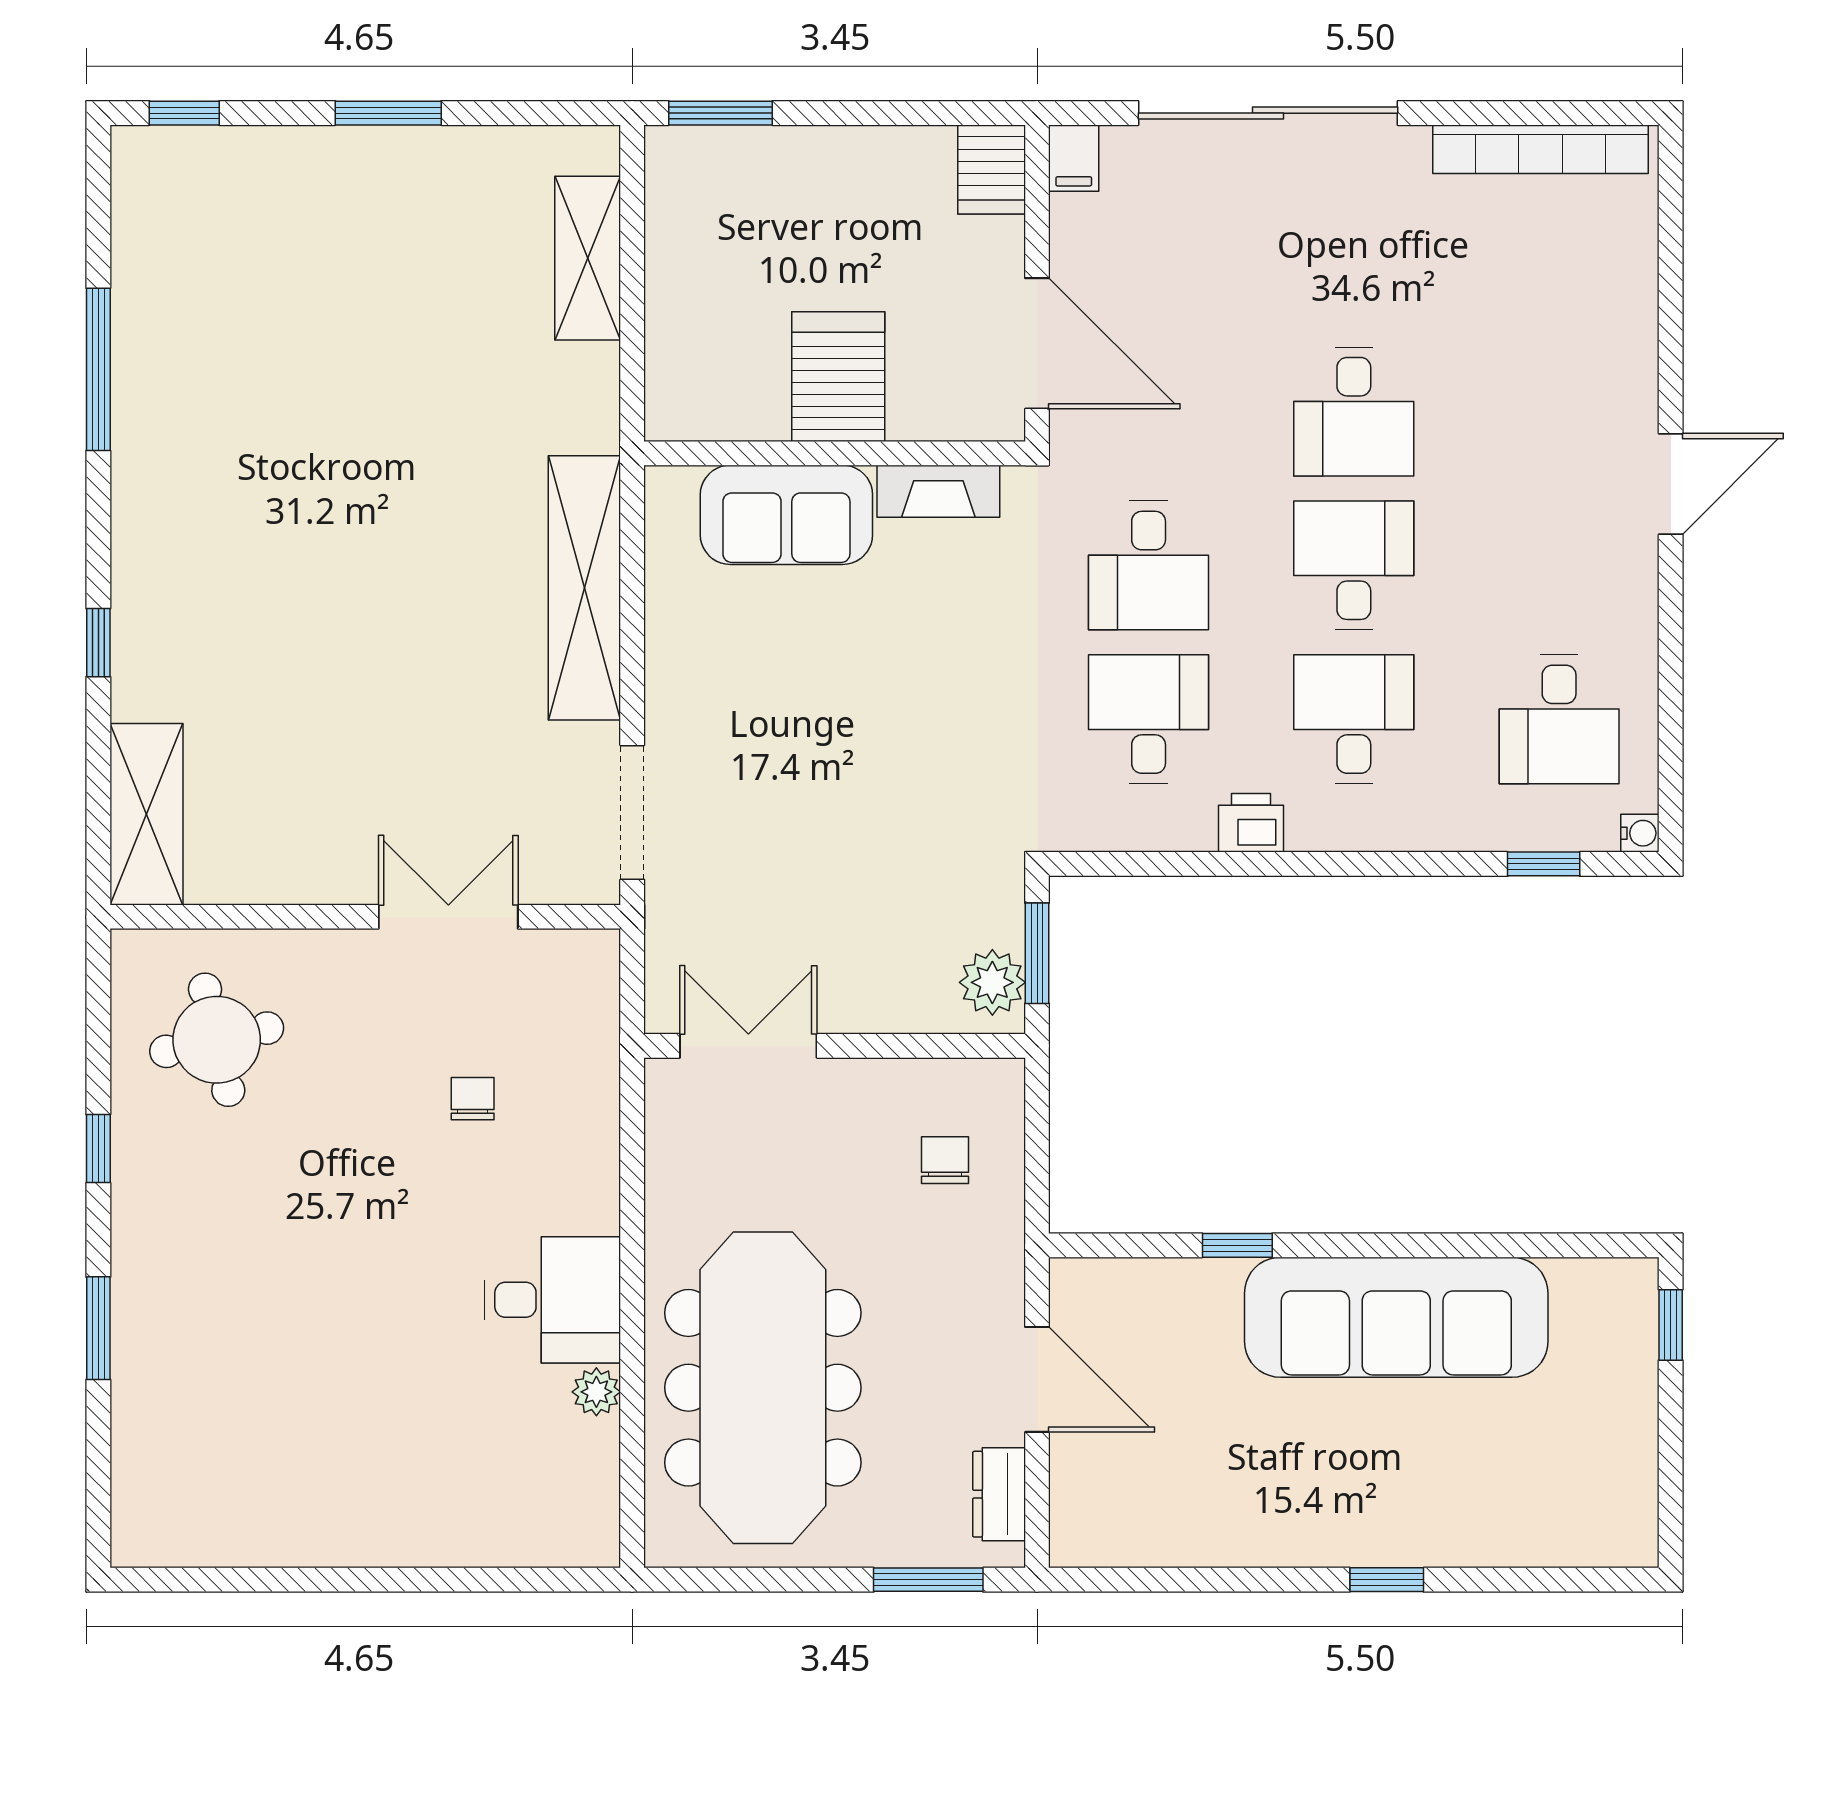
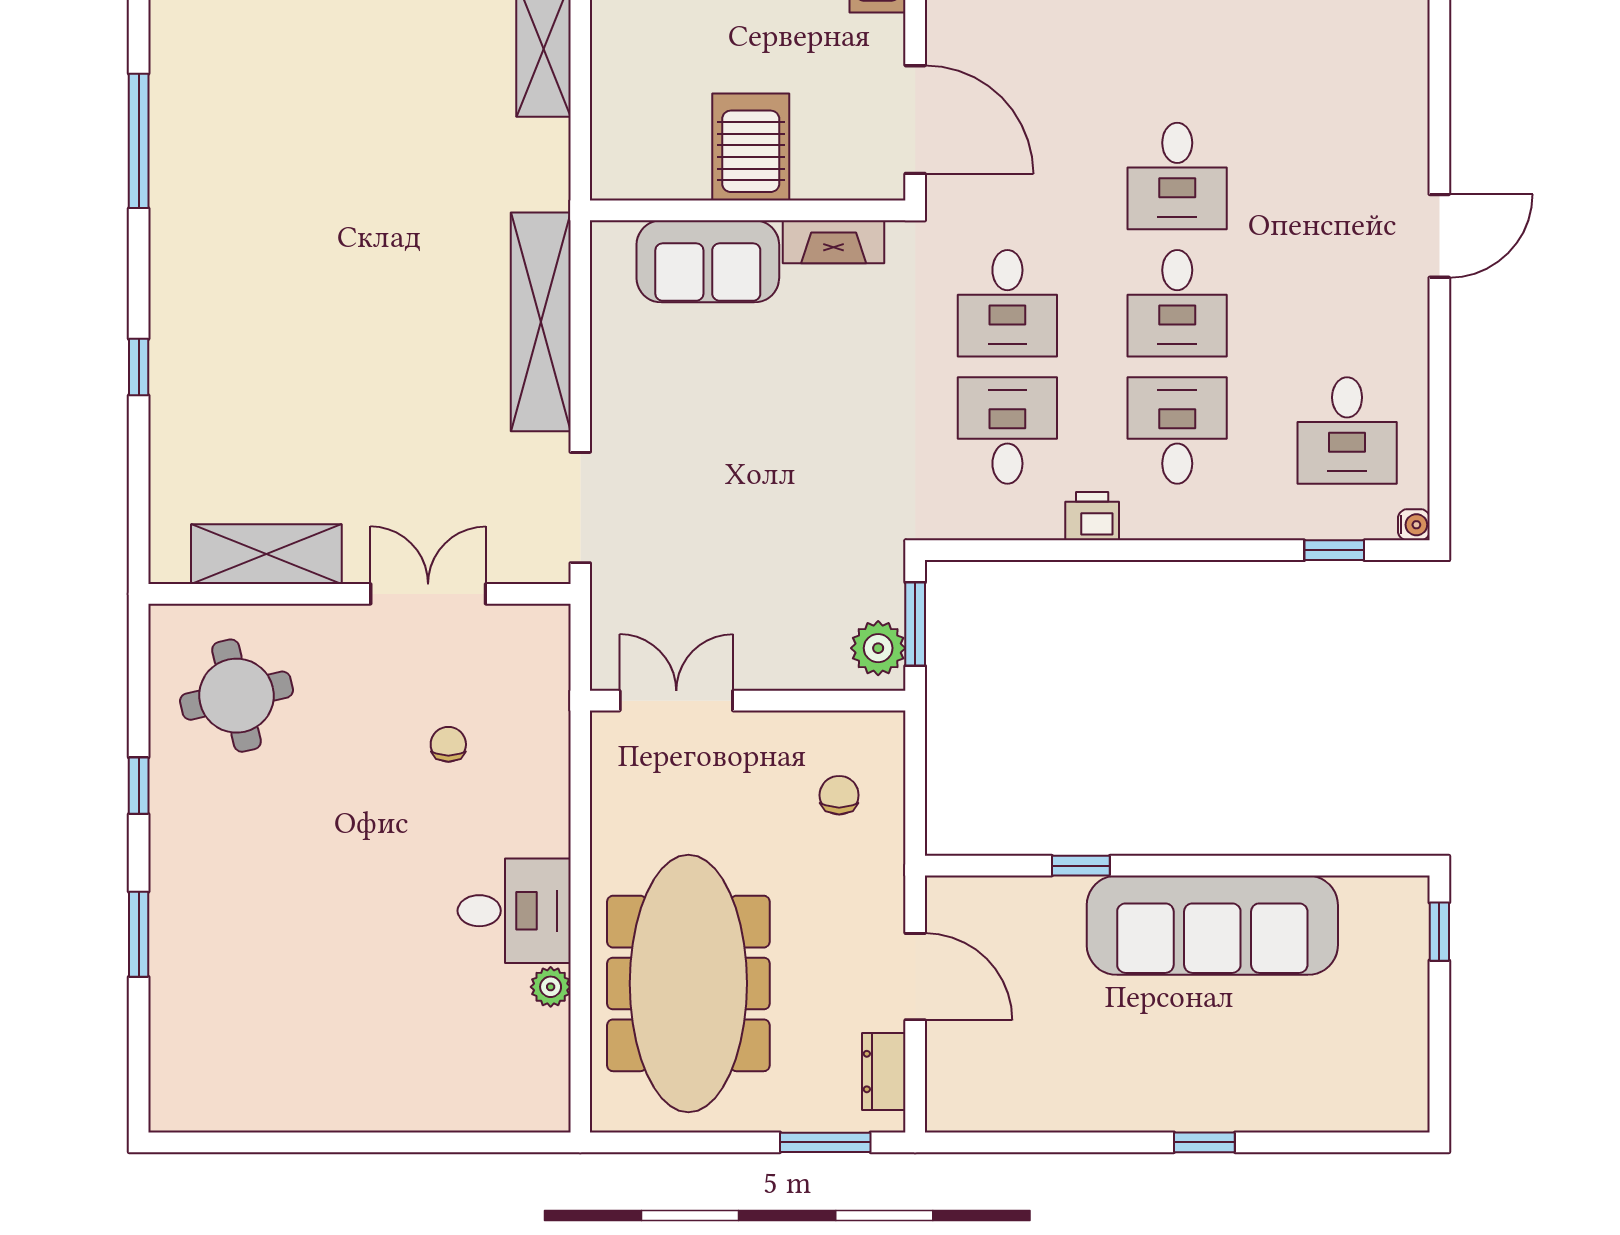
desk: (1354, 565) -> (1177, 303), turned 180
shelving: (146, 814) -> (266, 554), moved, turned 90

